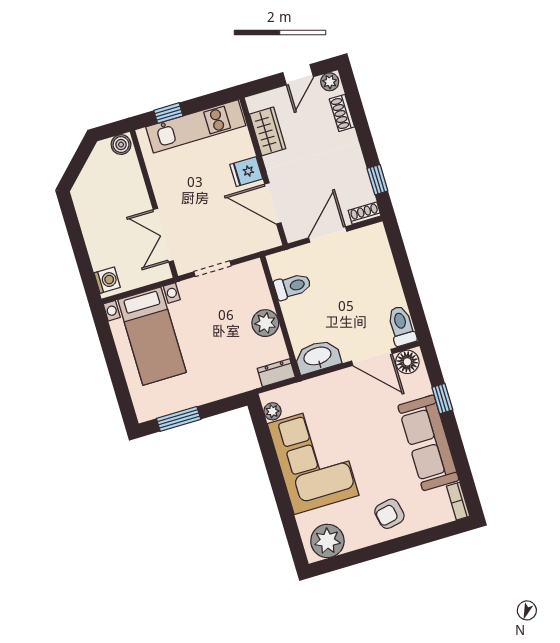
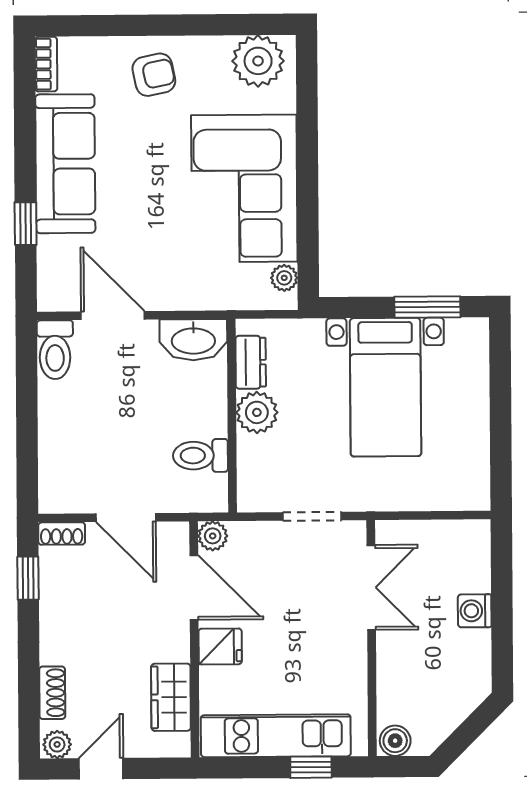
door: (328, 235) -> (126, 518), hinge flipped
plant: (271, 239) -> (213, 536), added
washing machine: (107, 280) -> (475, 611), moved
bed with nightstands: (152, 336) -> (385, 387), moved, turned 180
floor lamp: (407, 362) -> (62, 293), removed
dresser: (276, 373) -> (251, 362), moved, turned -90

